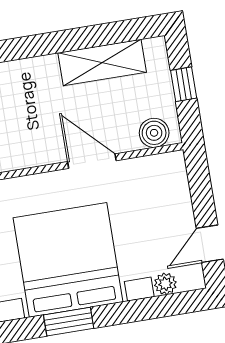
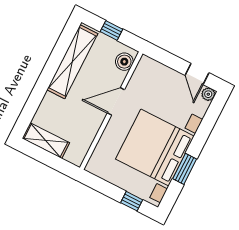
shelving: (102, 63) -> (72, 62), width x1.47
plant: (165, 284) -> (208, 94), moved

